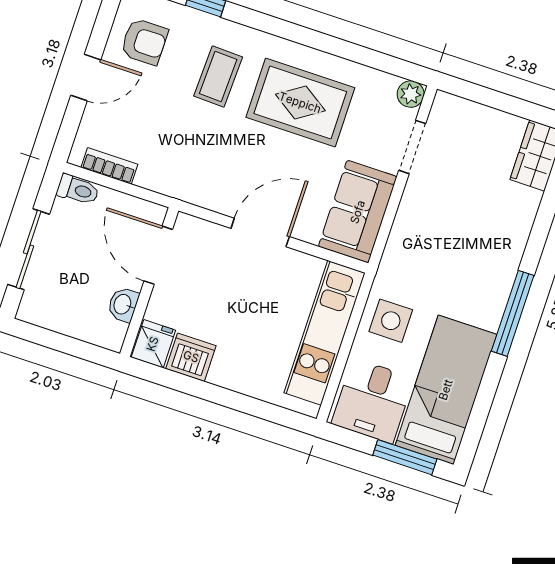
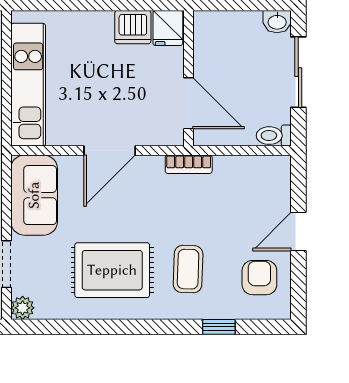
armchair: (144, 42) -> (259, 278), turned 90
bookcase: (109, 166) -> (189, 164), moved
washbasin: (123, 304) -> (277, 22), moved, turned 90

